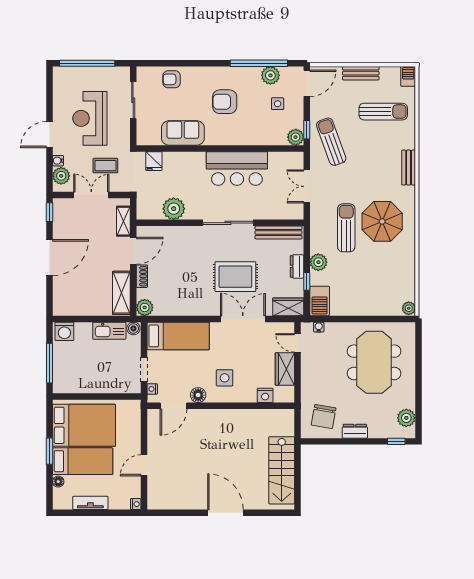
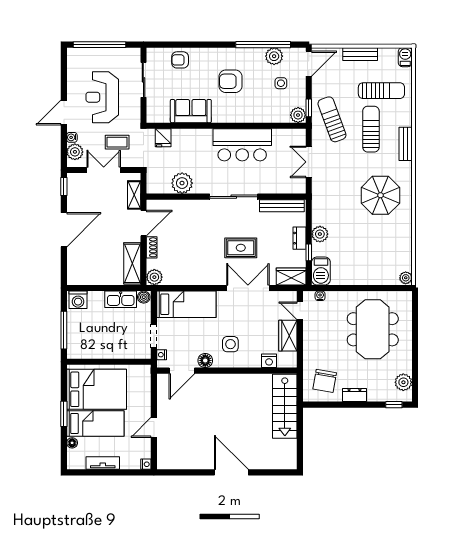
sun lounger: (346, 228) -> (371, 129), moved
rug: (235, 277) -> (241, 248), width x0.73, depth x0.70
stairs: (282, 470) -> (285, 406), moved

